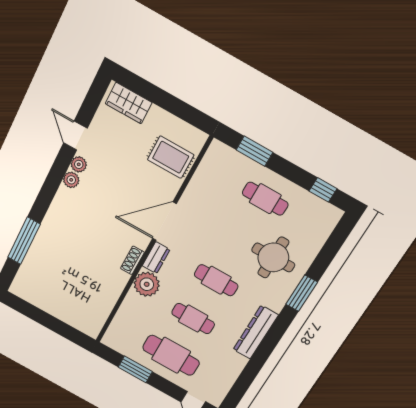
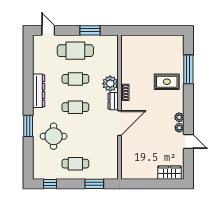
rug: (171, 157) -> (167, 82), moved

